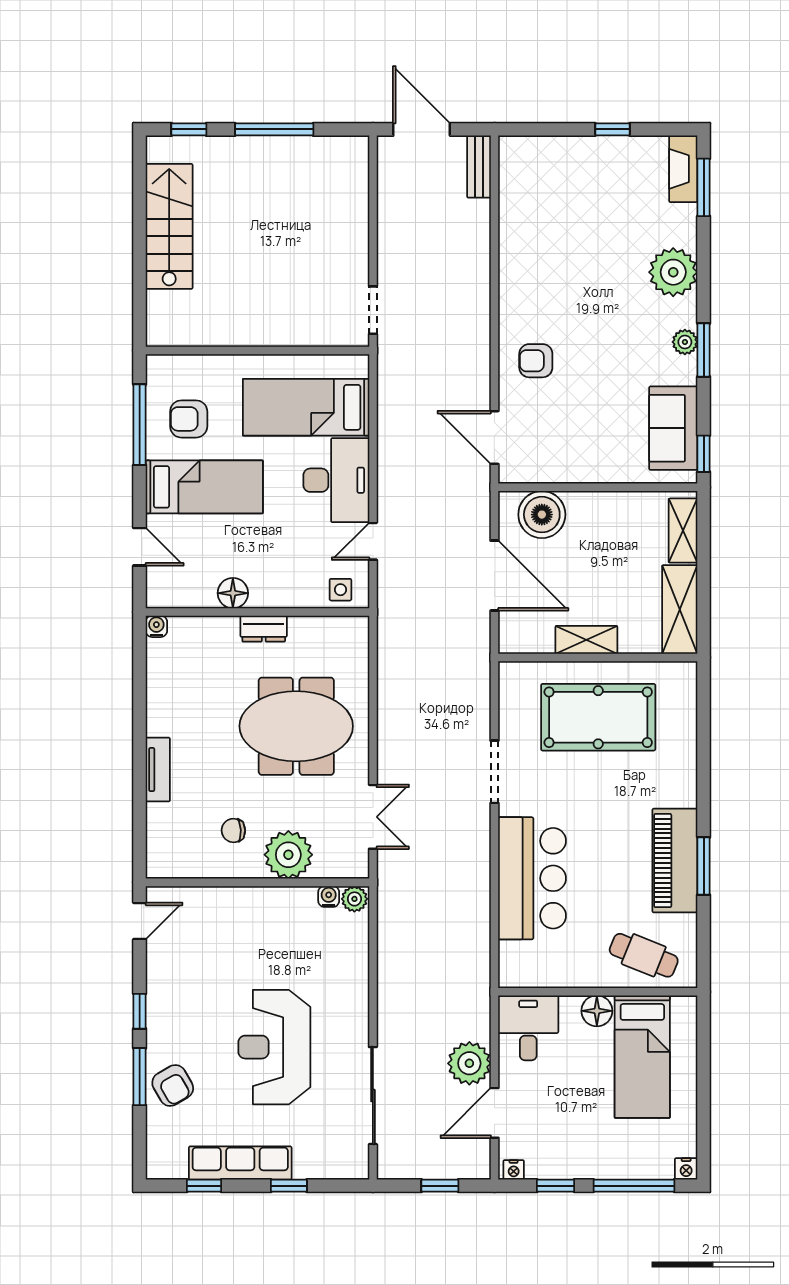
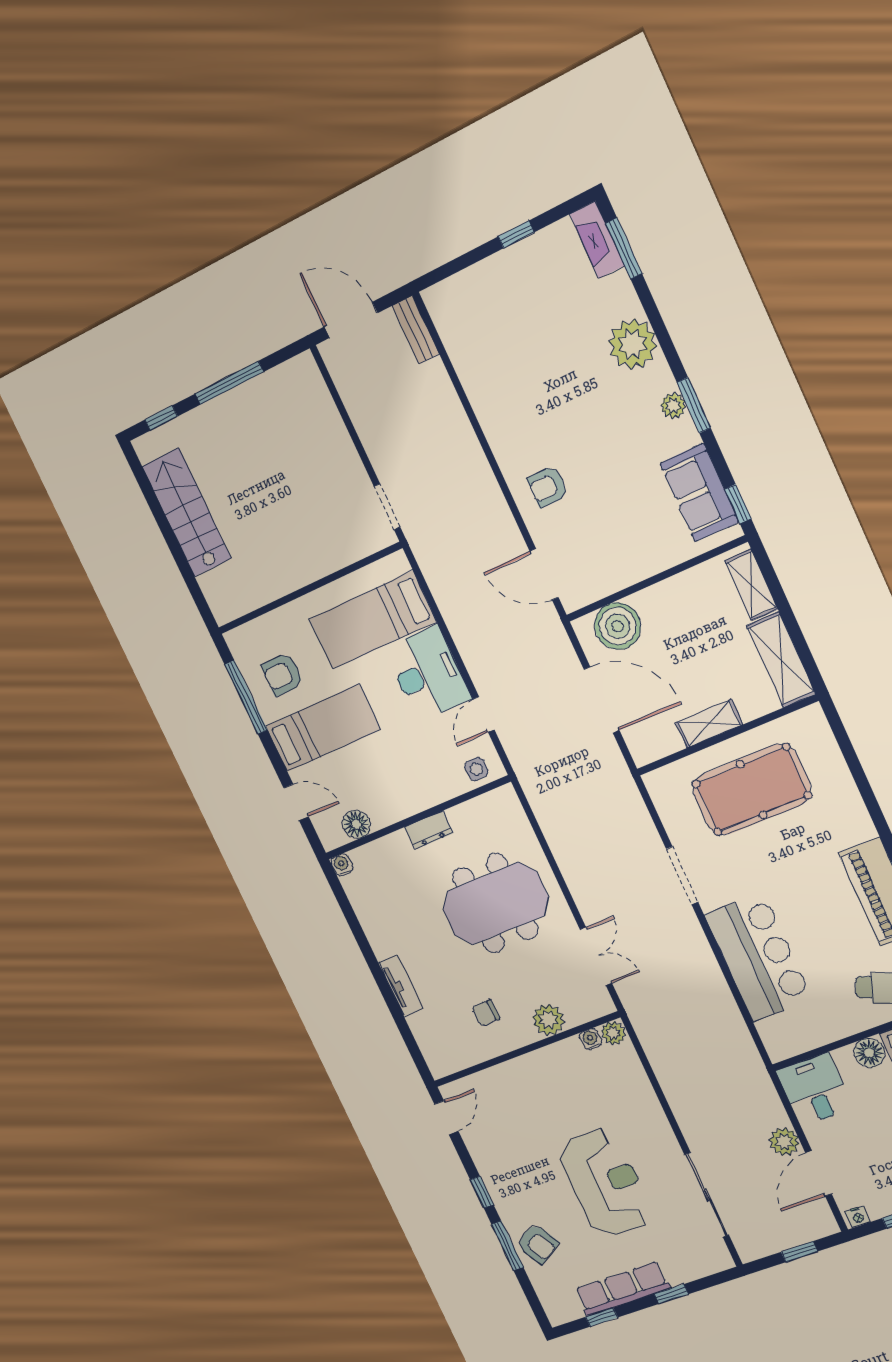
floor lamp: (233, 593) -> (356, 824), moved
plant: (288, 855) -> (548, 1020), width x0.73, depth x0.73
reception desk: (274, 1047) -> (605, 1183), turned 180
plant: (469, 1063) -> (784, 1142), width x0.73, depth x0.73

